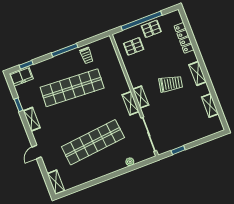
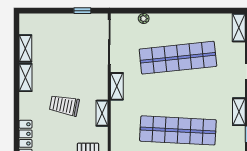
shelving: (198, 73) -> (26, 78), moved
trolley: (171, 84) -> (64, 105), moved
shelving: (141, 97) -> (102, 113), moved

